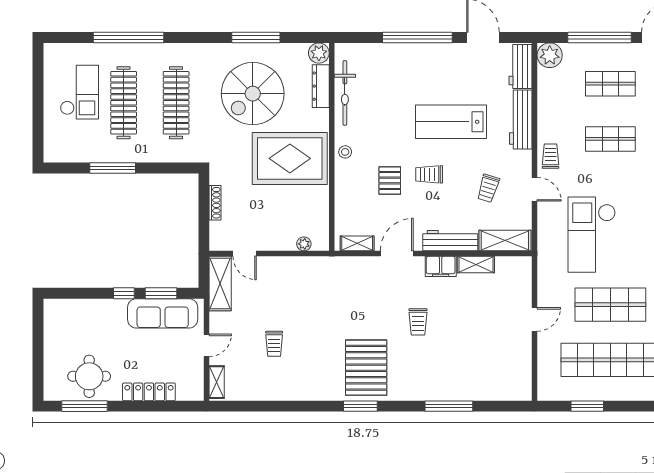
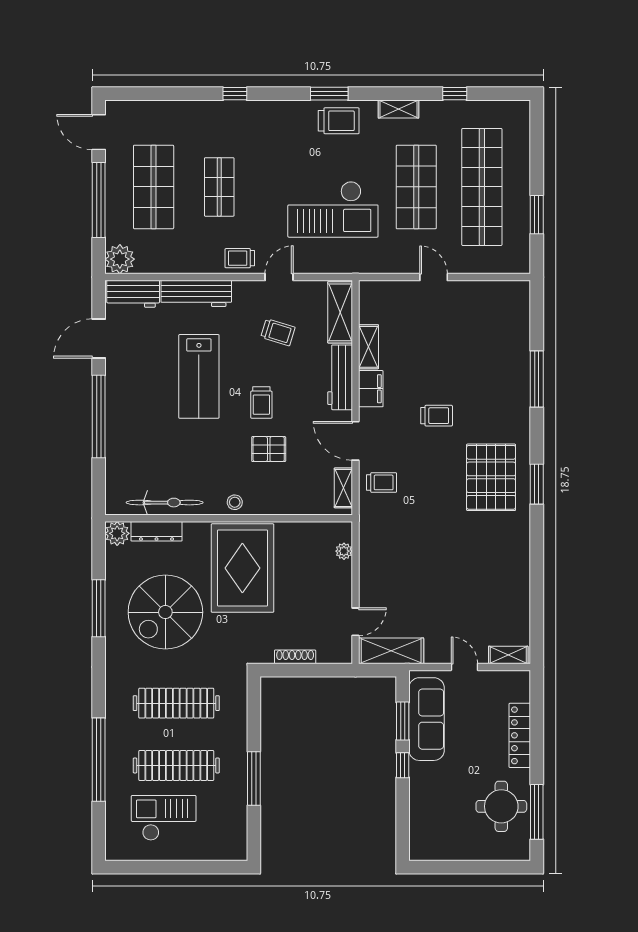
shop shelf: (610, 84) -> (154, 187), width x1.43, depth x1.36
spiral stairs: (253, 94) -> (165, 612), turned 90
trolley: (274, 344) -> (382, 482), moved
pallet: (366, 368) -> (491, 477), turned 90

